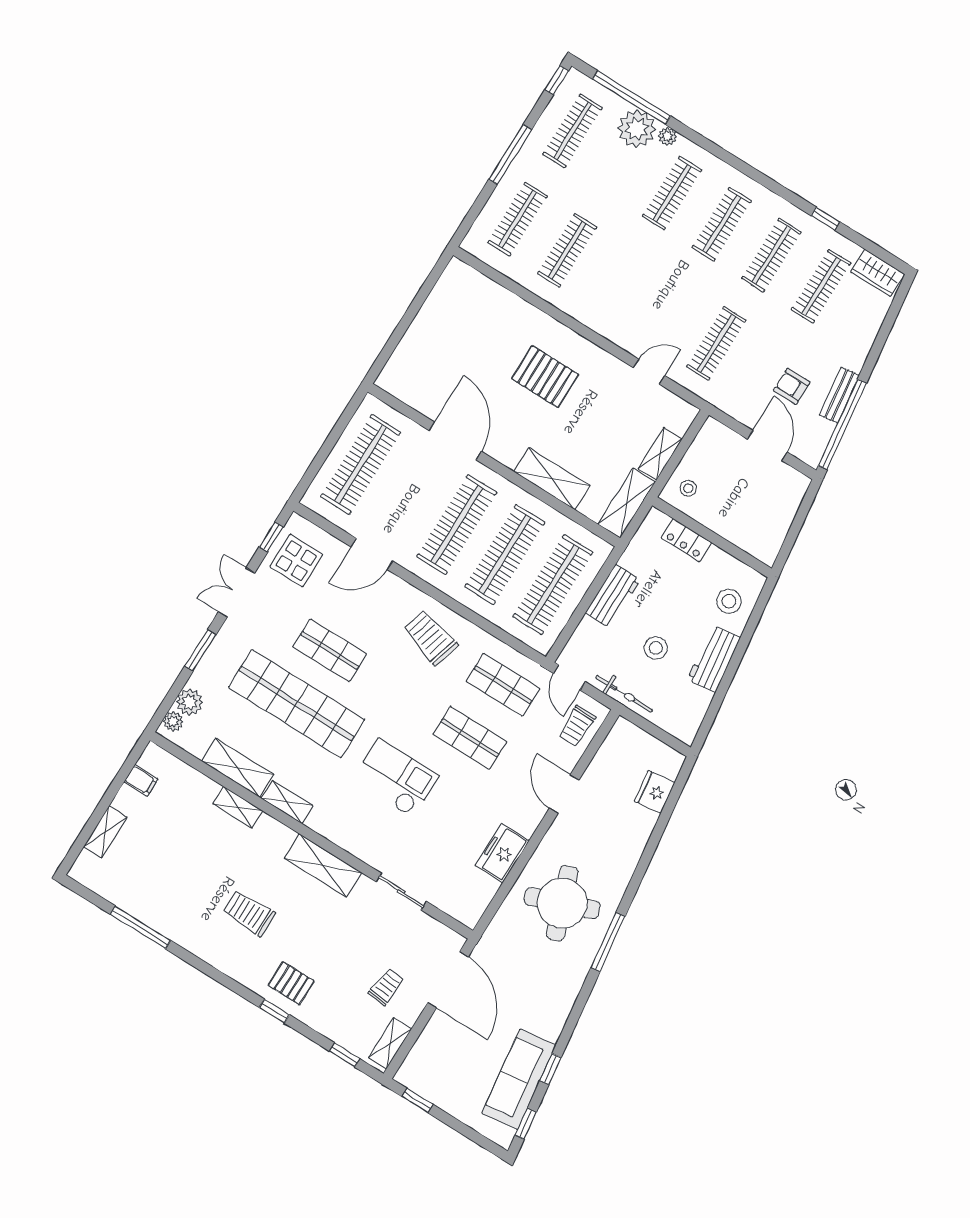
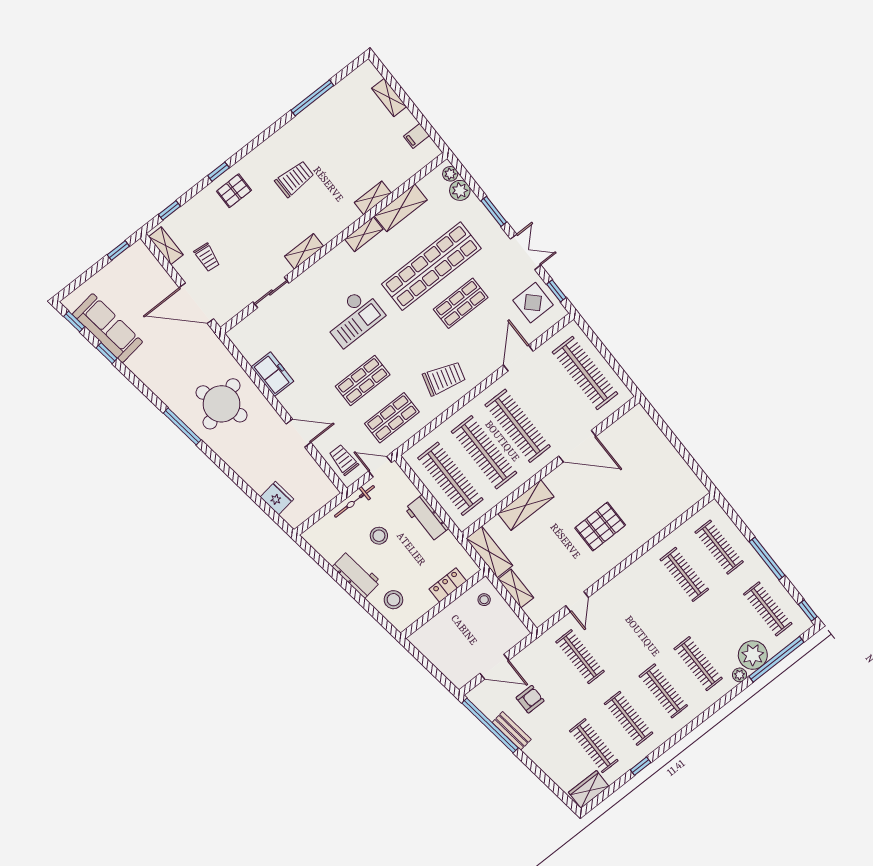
shelving: (323, 865) -> (304, 251), width x0.67, depth x0.75

